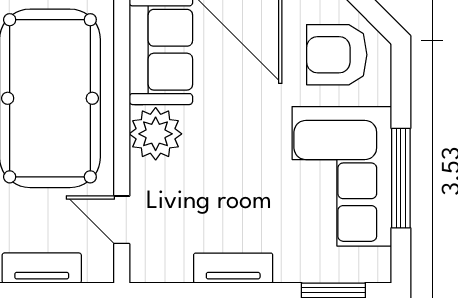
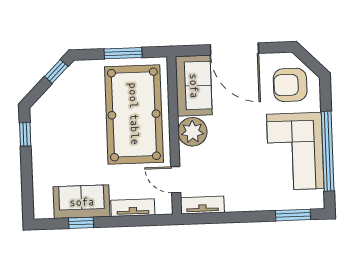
window: (401, 178) -> (328, 151), width x1.46
tv unit: (233, 268) -> (202, 205), moved

